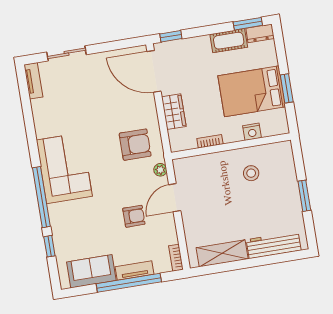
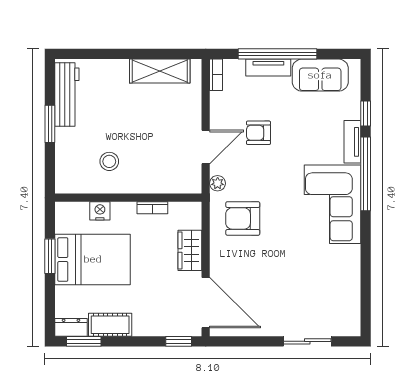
tv unit: (33, 81) -> (352, 142), moved
workbench: (274, 245) -> (67, 95), moved, turned -90

